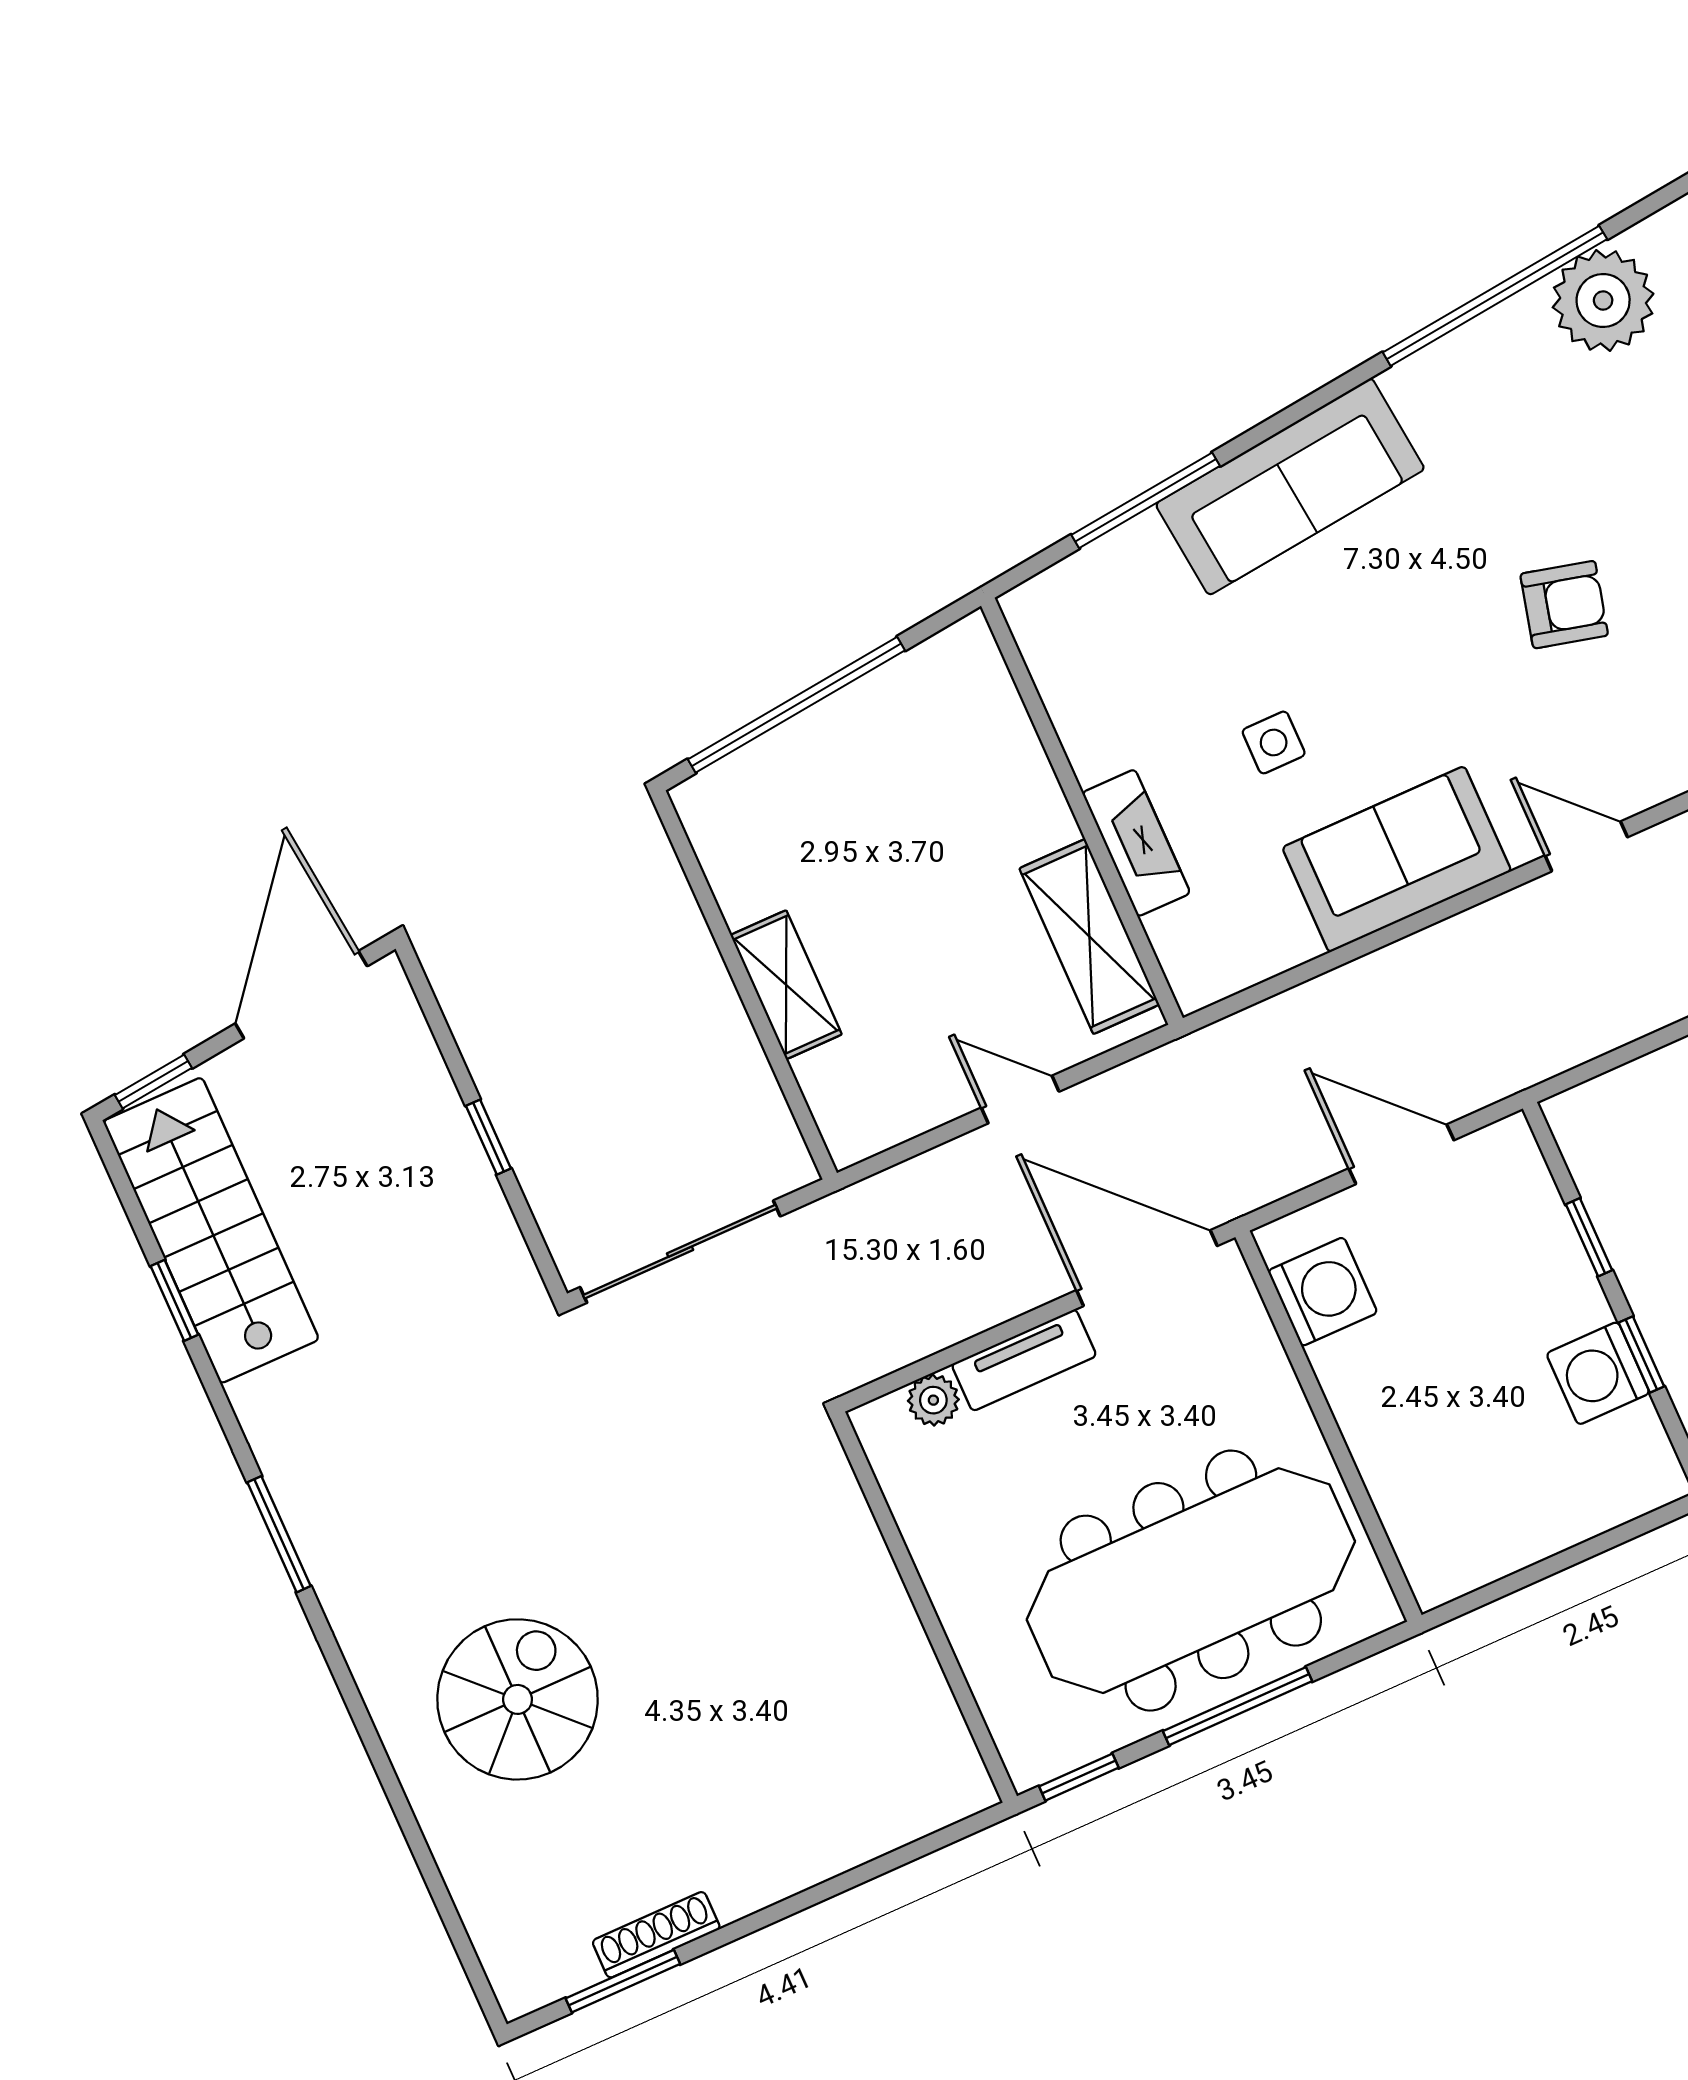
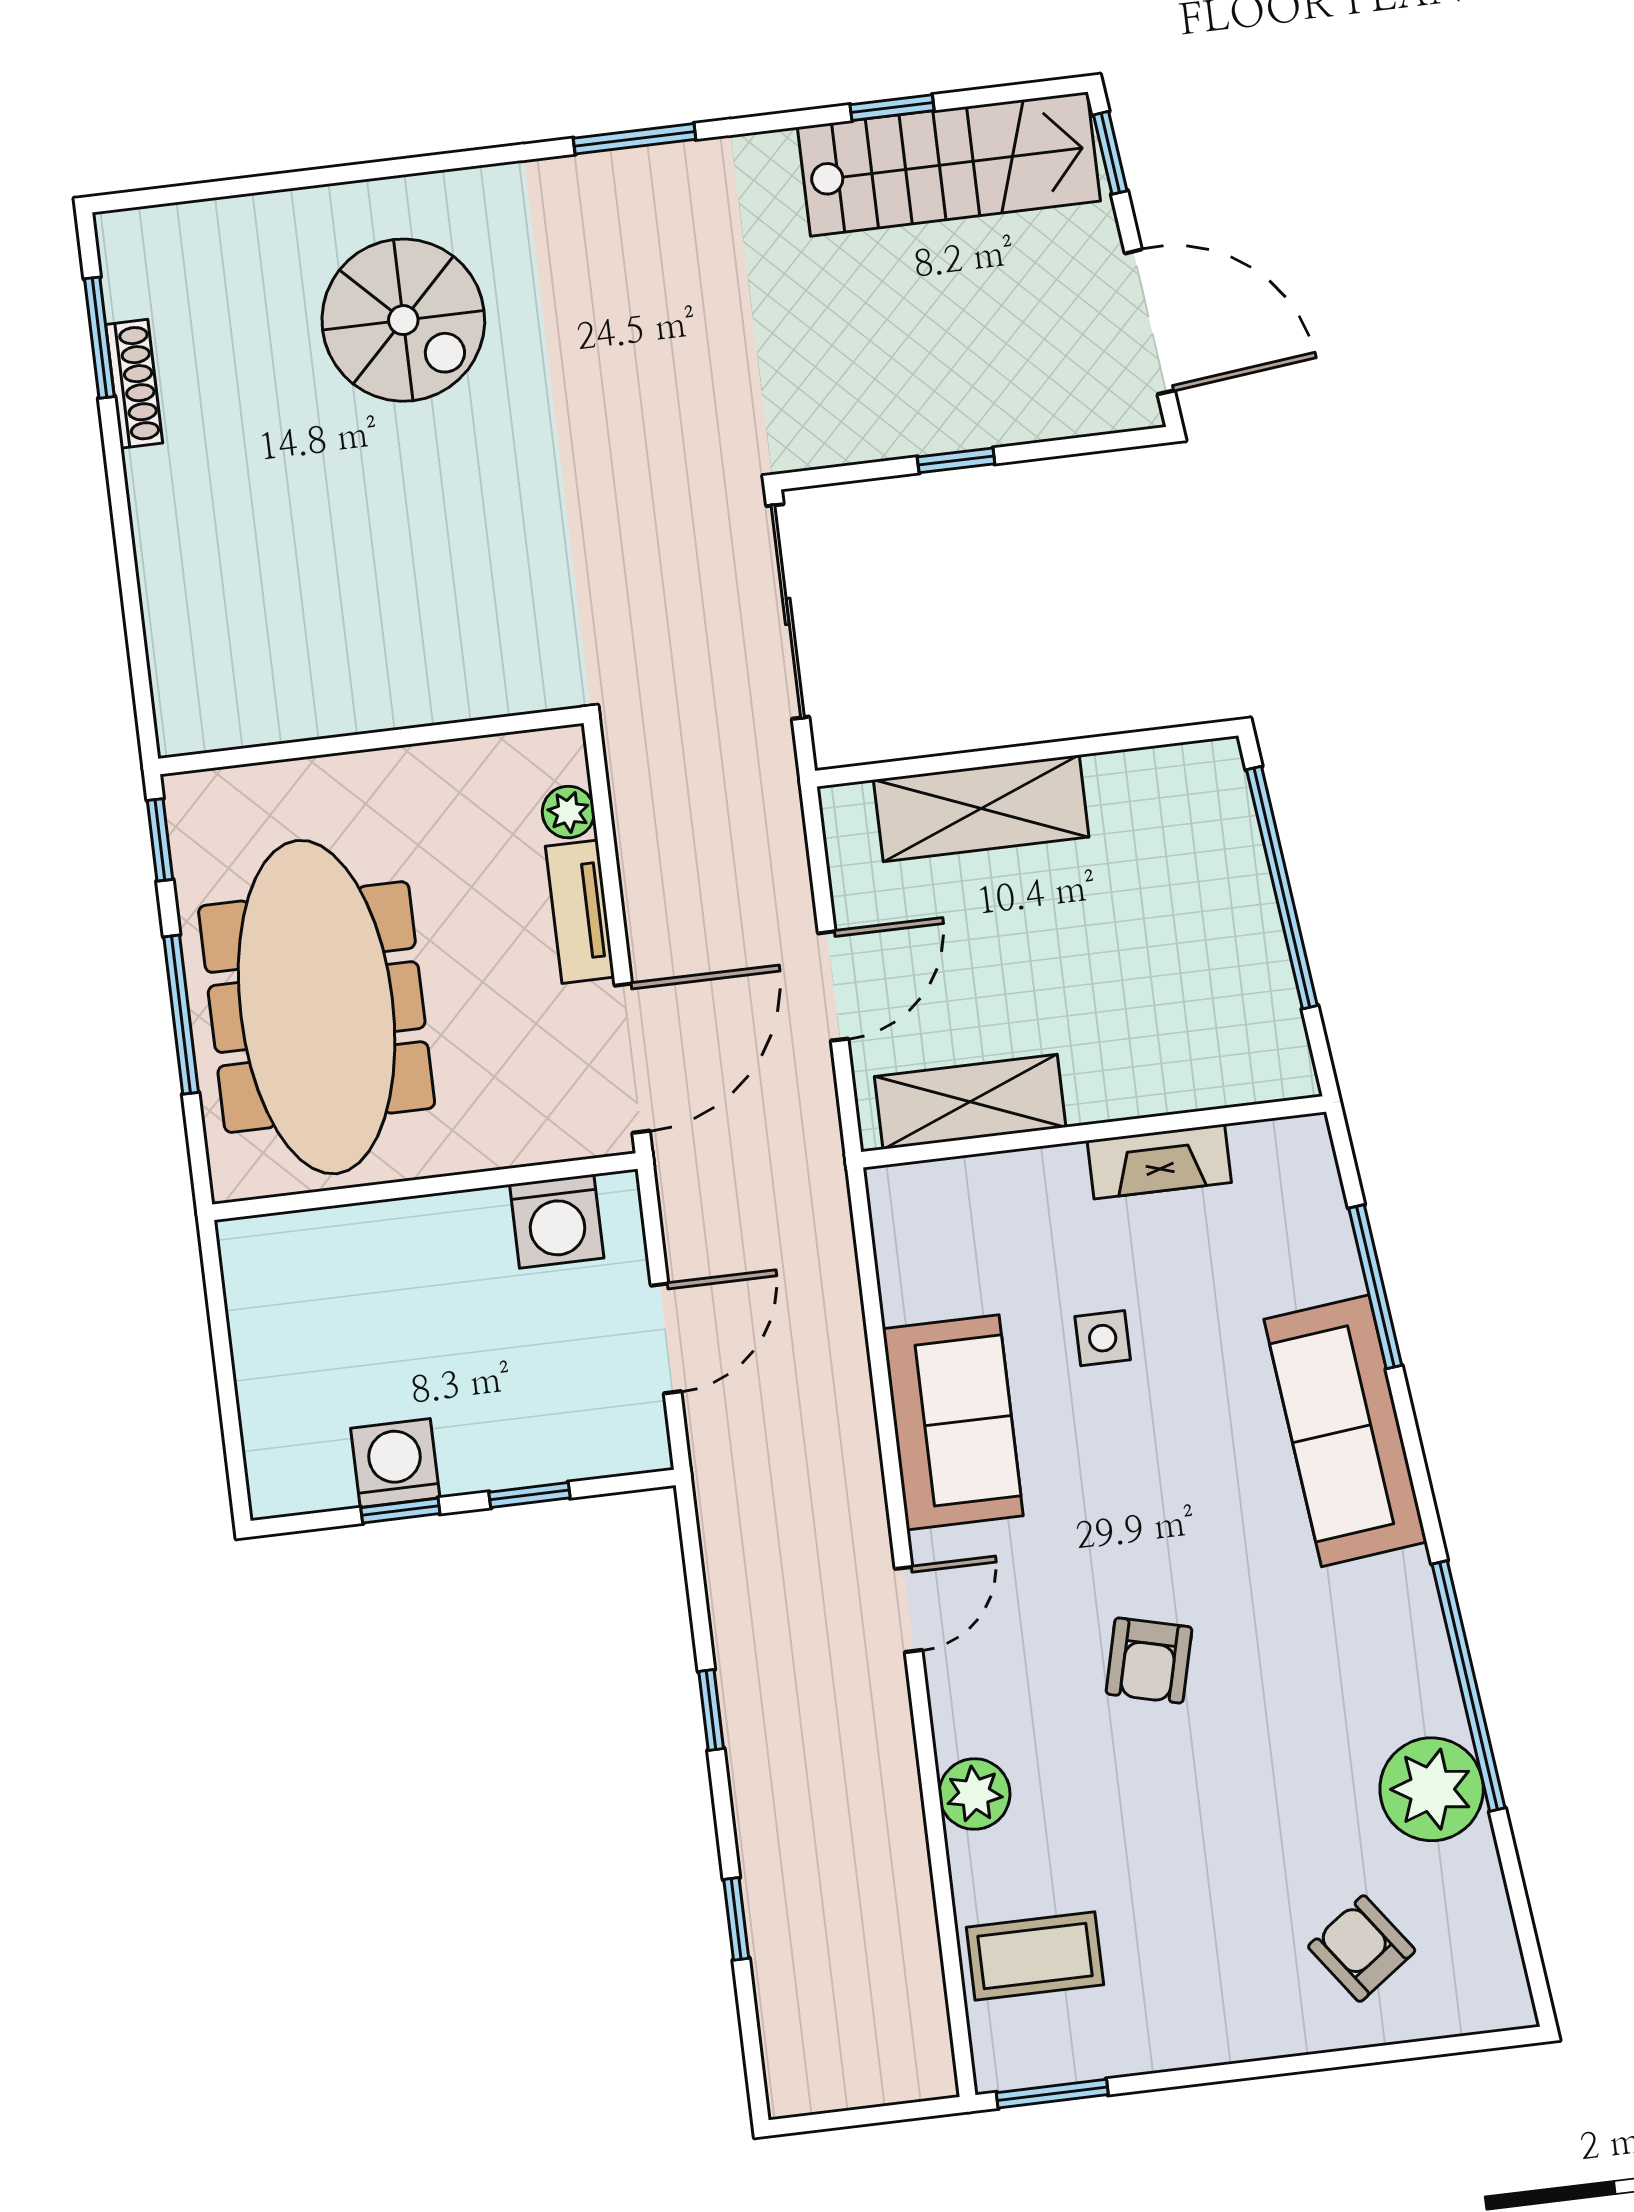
fireplace: (1136, 843) -> (1159, 1161), moved
shelving: (786, 985) -> (981, 808), width x1.50, depth x1.33
door: (1020, 1100) -> (833, 986), width x1.38

